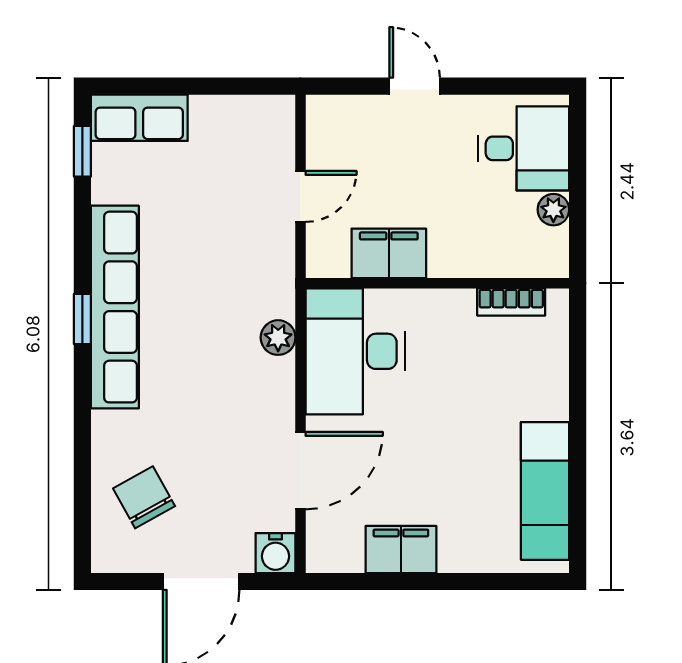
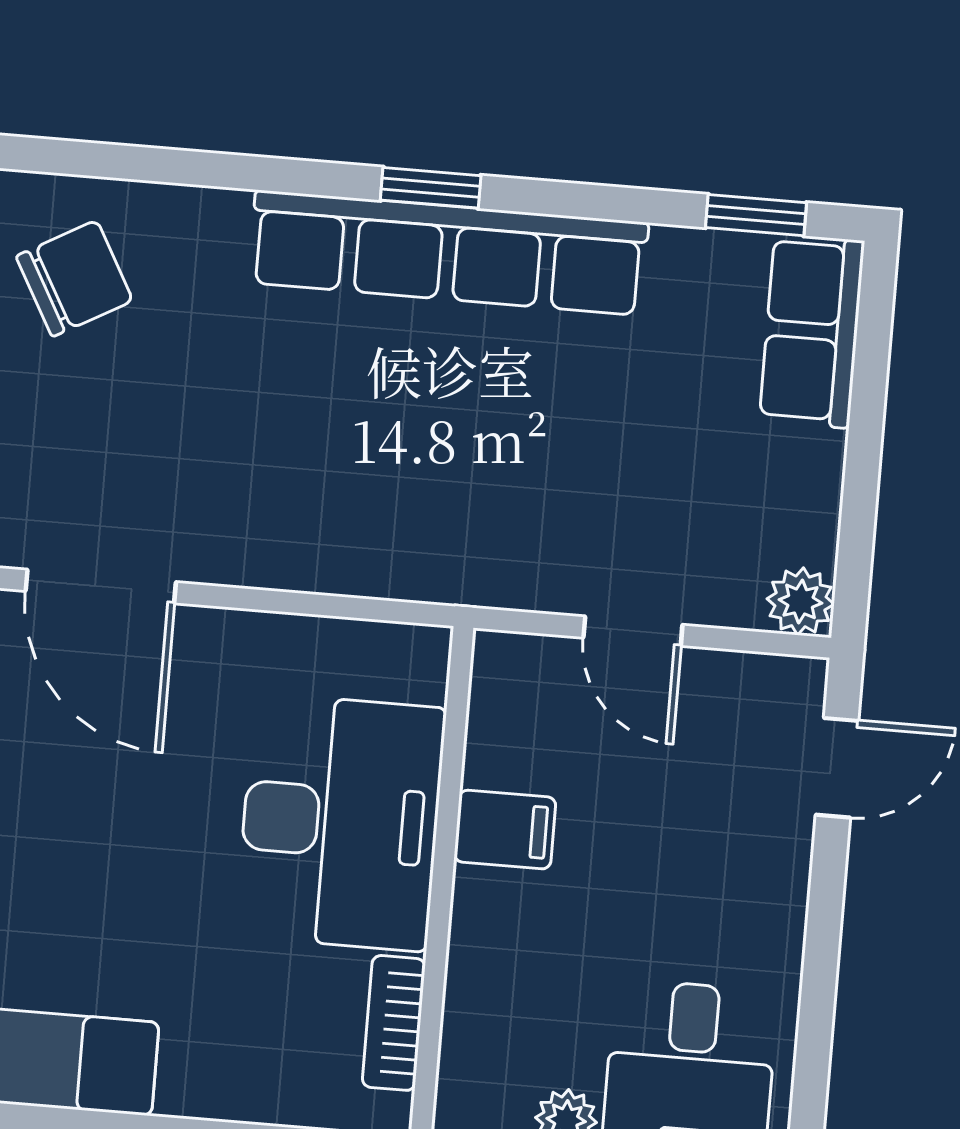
door: (415, 86) -> (837, 768), moved
filing cabinet: (389, 253) -> (505, 830), width x0.50
plant: (278, 338) -> (801, 601), moved
desk: (355, 351) -> (340, 822), moved, turned 90

